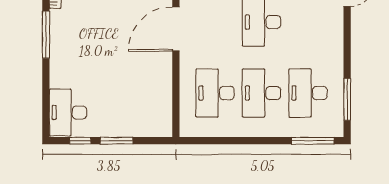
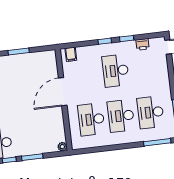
door: (176, 29) -> (63, 92), moved
plant: (165, 130) -> (62, 147), added

